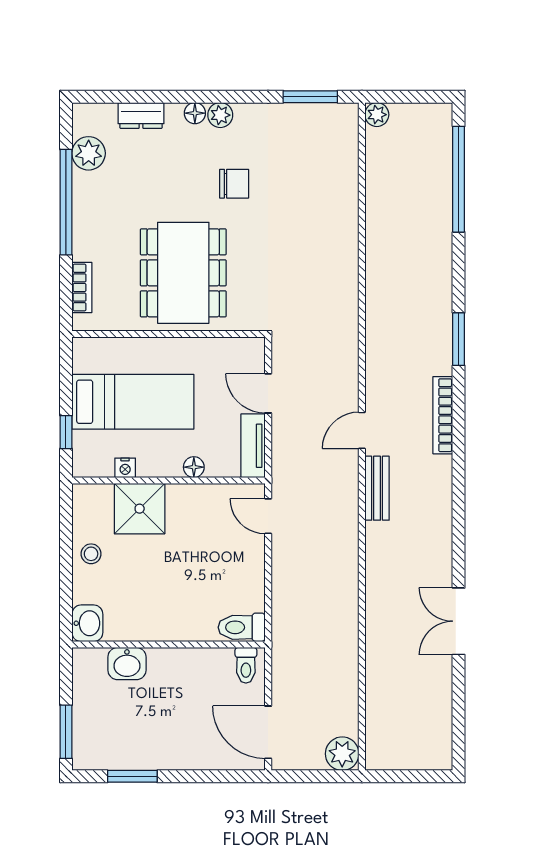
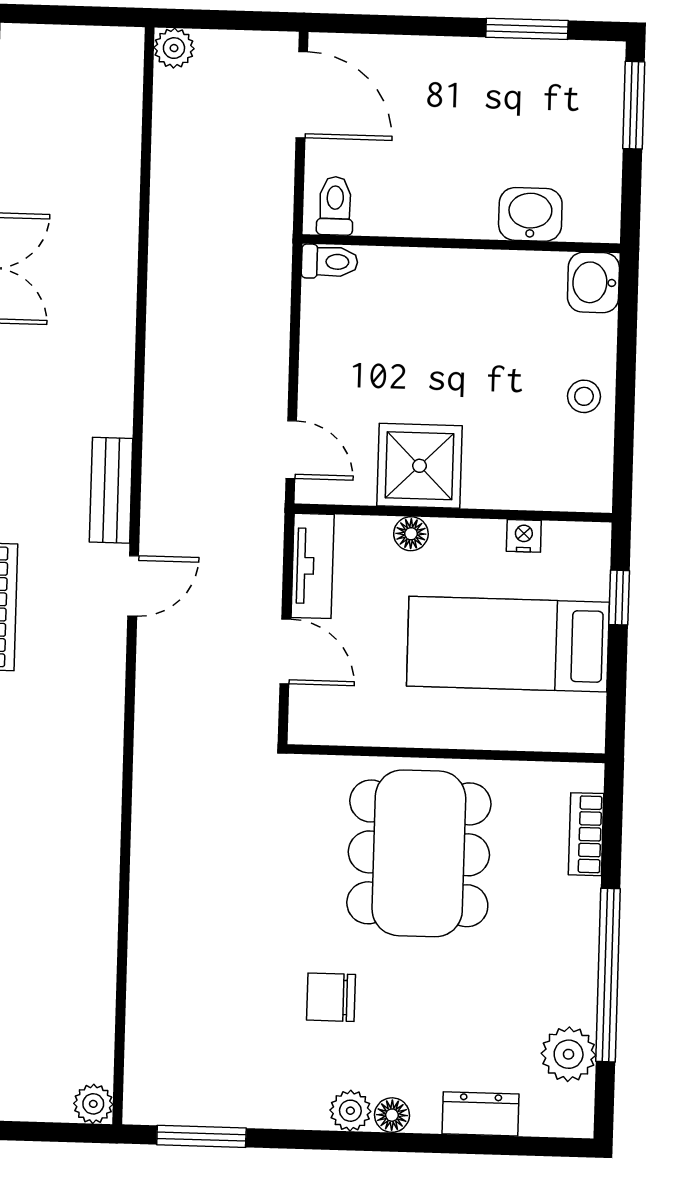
shower: (140, 509) -> (420, 466), moved
toilet: (242, 627) -> (330, 262), width x0.73, depth x0.72
plant: (342, 754) -> (174, 48), width x0.73, depth x0.73

